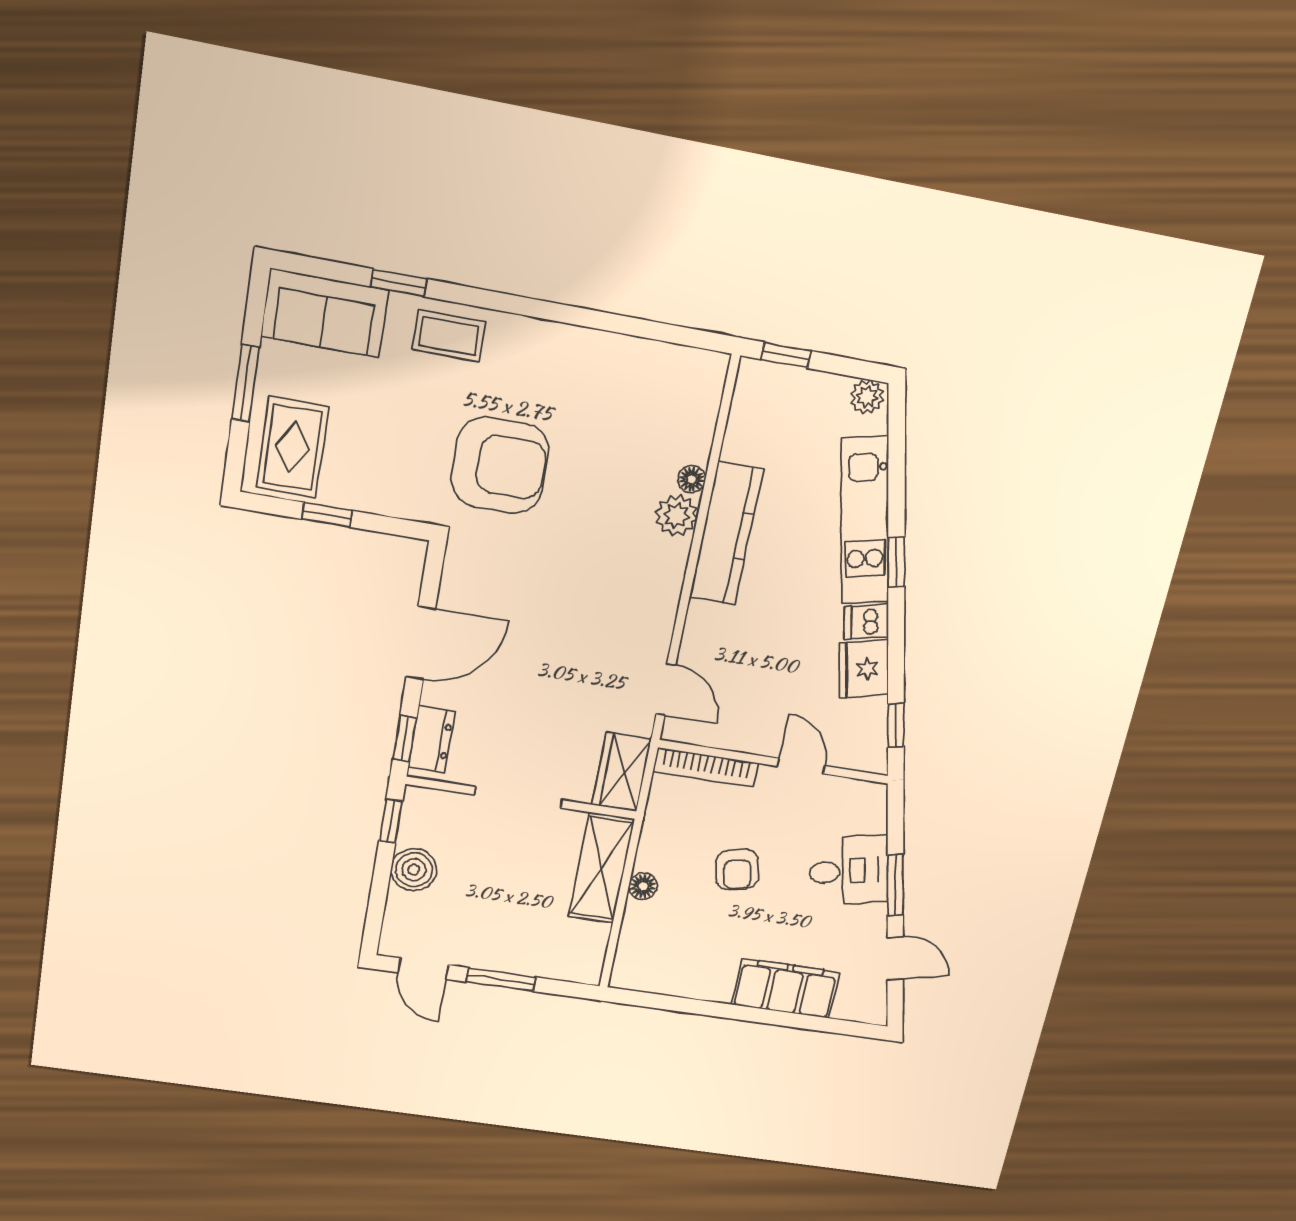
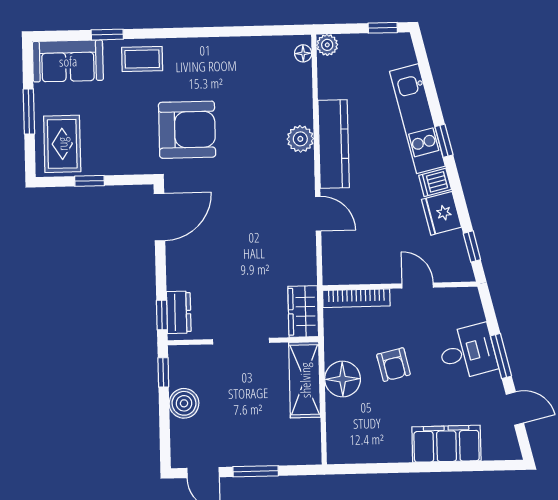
window: (786, 355) -> (383, 28), moved
plant: (867, 397) -> (327, 45), moved
floor lamp: (692, 479) -> (303, 53), moved
door: (421, 643) -> (159, 217), moved
door: (666, 689) -> (318, 214), moved
floor lamp: (643, 886) -> (343, 379), width x1.89, depth x1.89

